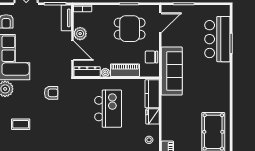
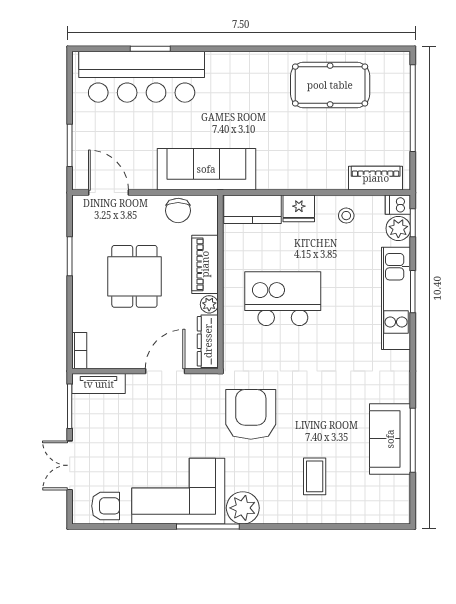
dining table: (130, 29) -> (134, 276), moved
plant: (80, 34) -> (130, 356), removed
bar counter: (217, 39) -> (142, 77), width x1.36
armchair: (51, 93) -> (251, 414), width x1.88, depth x1.88

